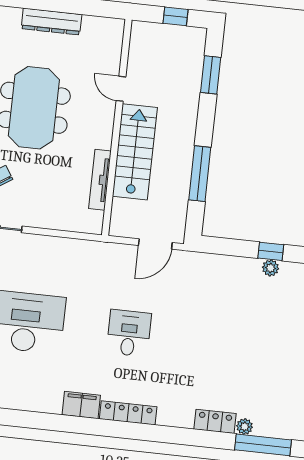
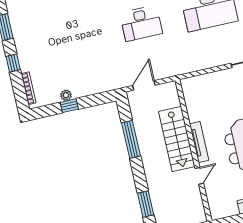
door: (121, 89) -> (199, 176), hinge flipped
tv unit: (100, 180) -> (199, 142), moved
desk: (129, 333) -> (141, 23), width x1.37

